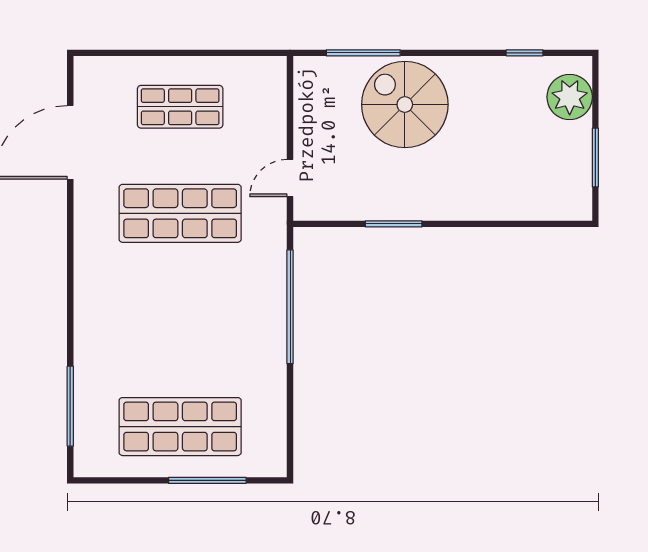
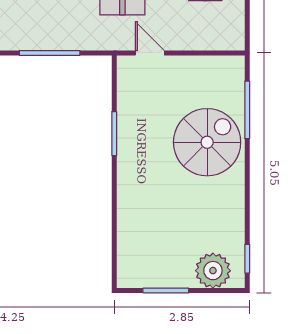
window: (525, 53) -> (247, 259), moved
window: (290, 307) -> (50, 53), width x0.68

